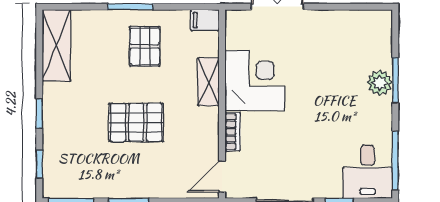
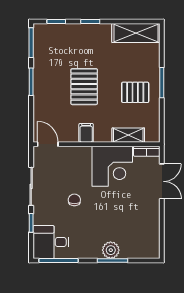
filing cabinet: (205, 20) -> (86, 133), moved
shelving: (208, 82) -> (128, 135), moved
bookcase: (233, 132) -> (147, 151), moved
chair: (305, 137) -> (74, 200), added

